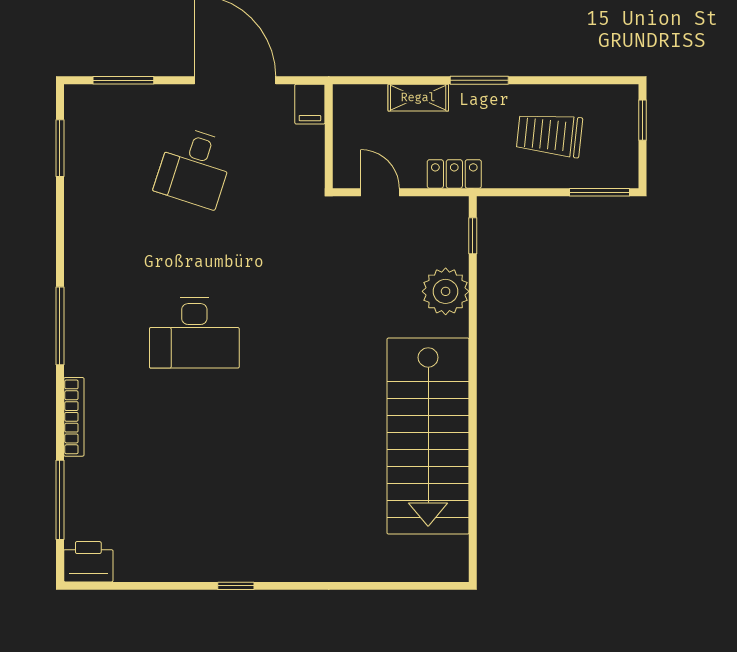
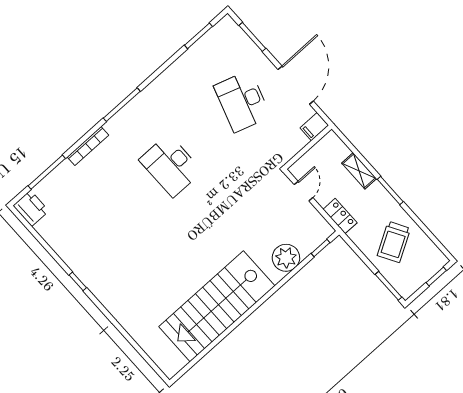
trolley: (549, 135) -> (394, 242), turned -126
desk: (194, 167) -> (242, 101), width x1.37

